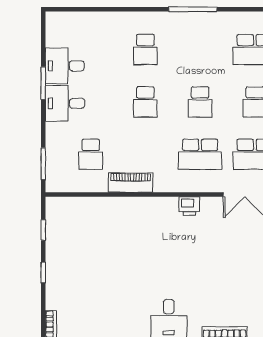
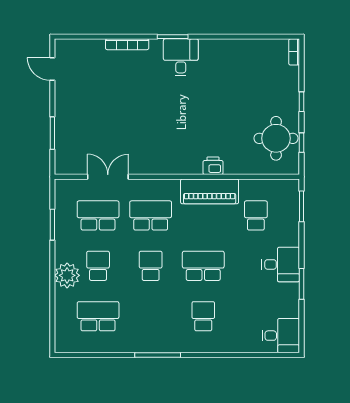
desk: (65, 66) -> (281, 336), moved
school desk: (145, 102) -> (203, 266), width x1.85
piano: (131, 183) -> (210, 191), width x1.37, depth x1.33
printer: (189, 206) -> (213, 166), moved
round table: (70, 234) -> (276, 138), added

